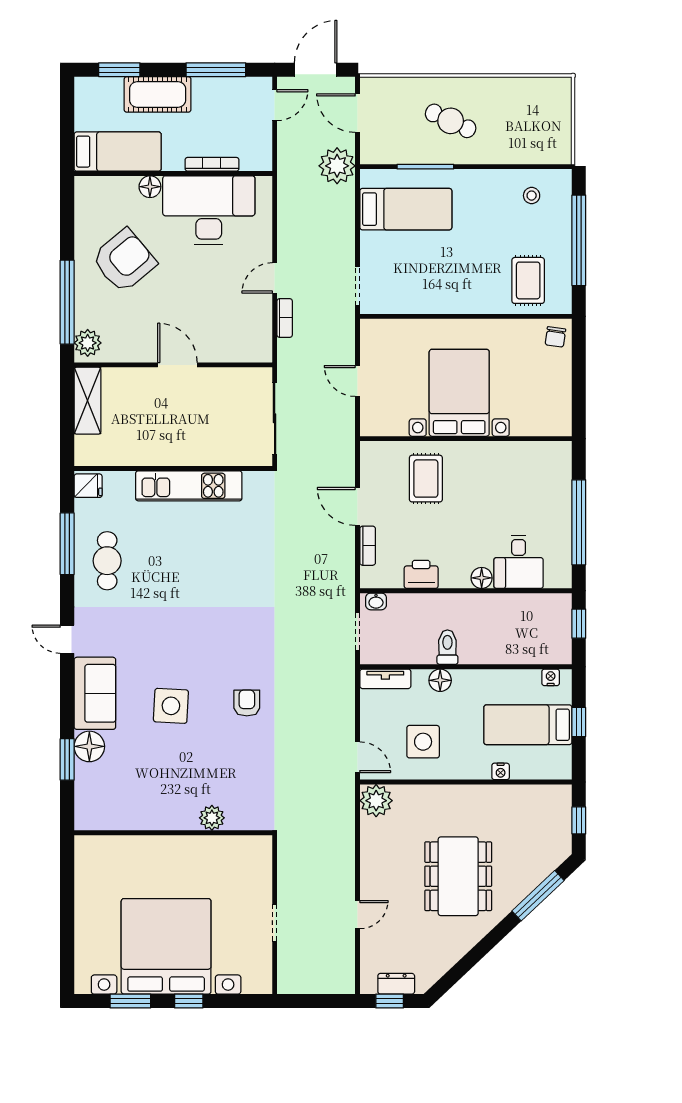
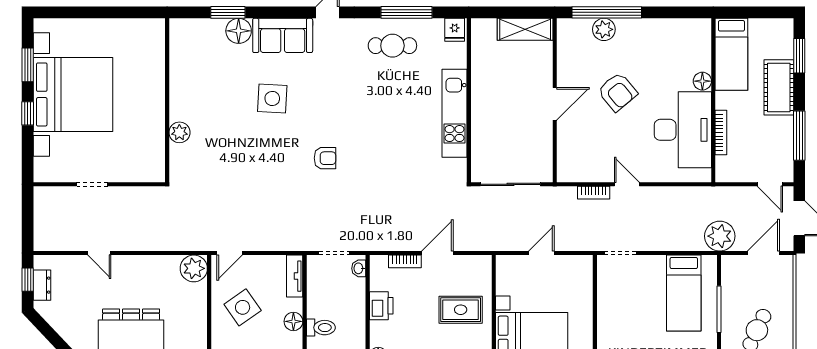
armchair: (124, 261) -> (617, 92), moved, width x0.73, depth x0.73
plant: (88, 343) -> (604, 29), moved
armchair: (247, 703) -> (325, 158), moved
side table: (423, 742) -> (243, 307), turned -35

